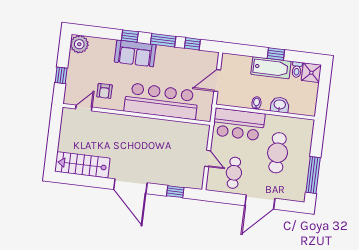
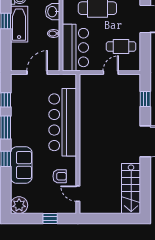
sofa: (135, 53) -> (21, 165), moved
door: (217, 81) -> (37, 73), swing flipped

